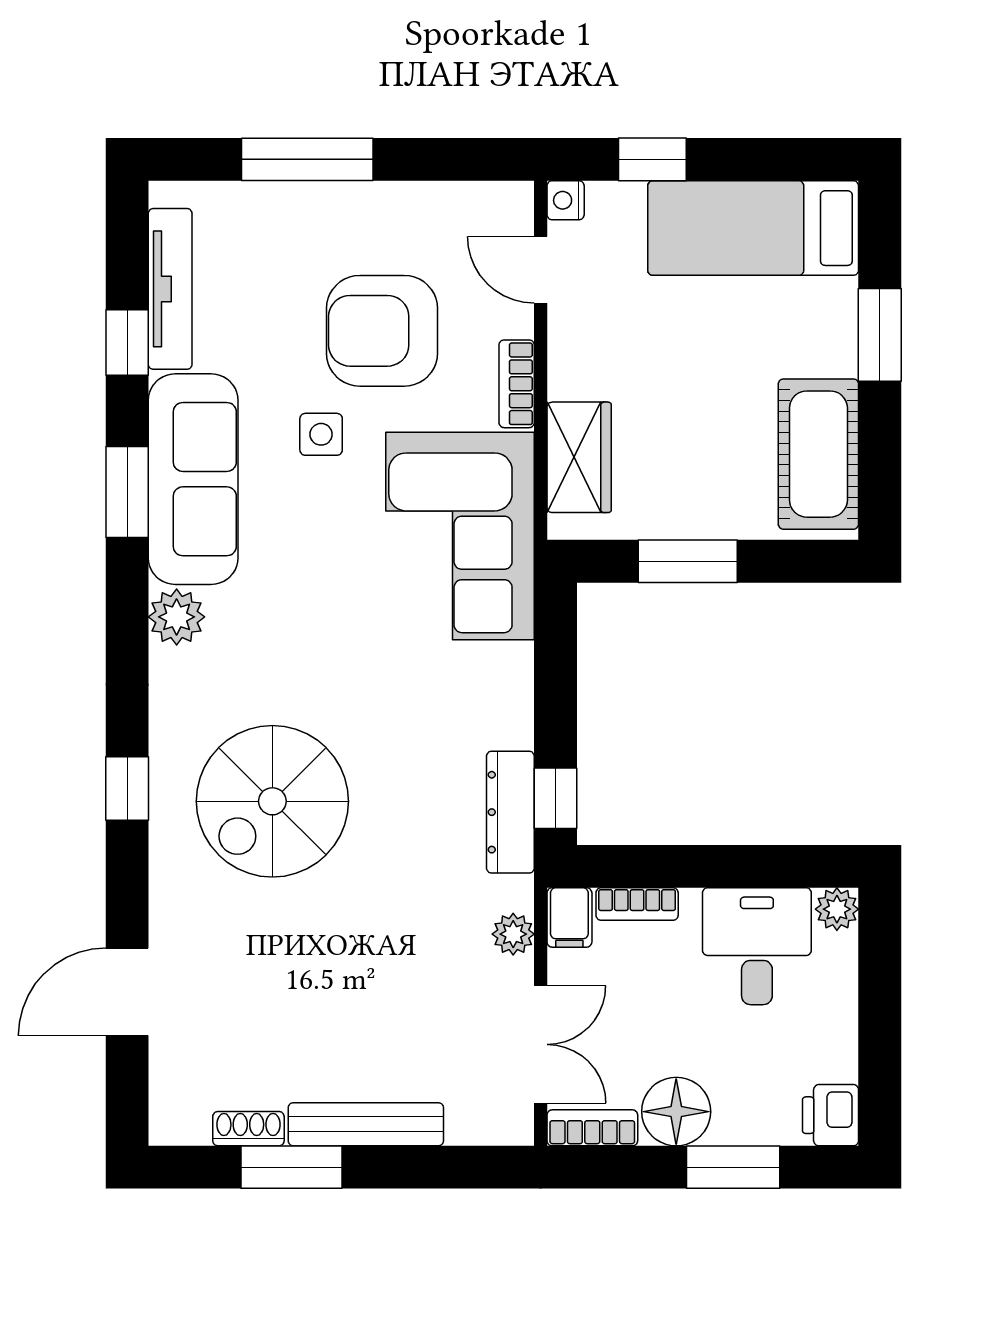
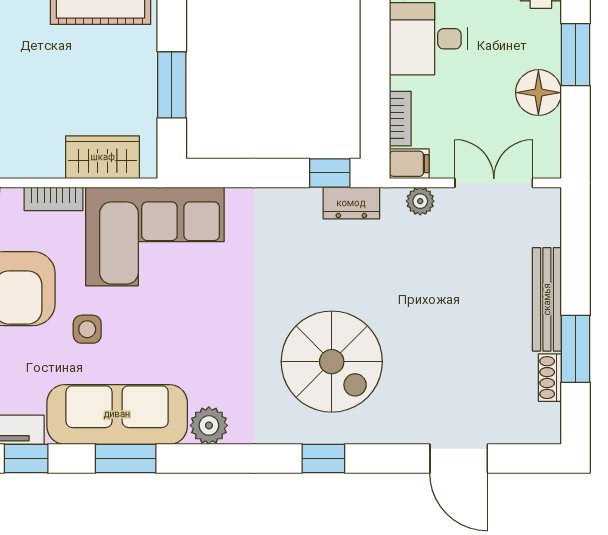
dresser: (510, 812) -> (351, 203), width x0.70
bookcase: (592, 1128) -> (549, 148), removed

